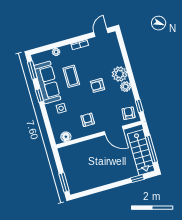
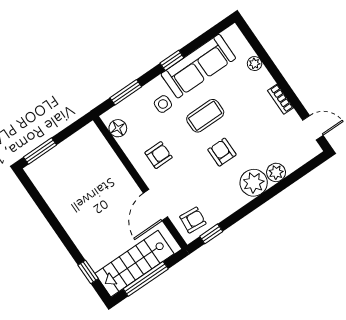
window: (32, 70) -> (126, 92), moved
coffee table: (71, 76) -> (205, 116), moved
plant: (126, 87) -> (276, 172), moved

